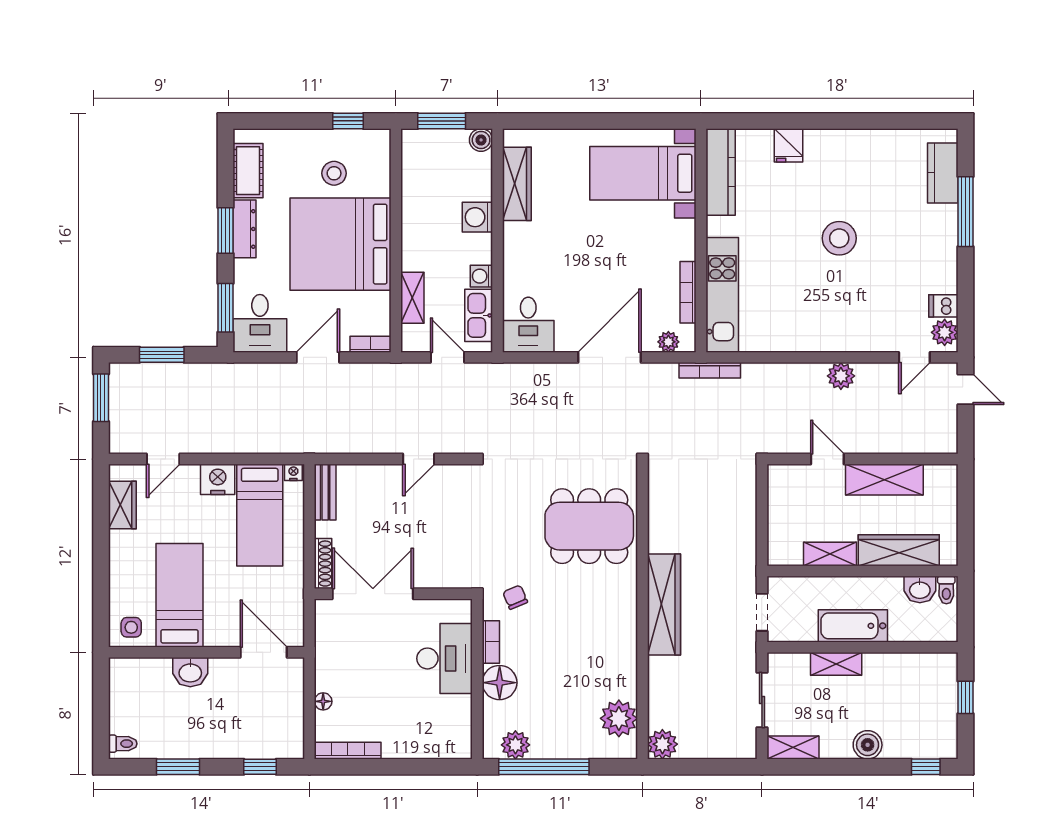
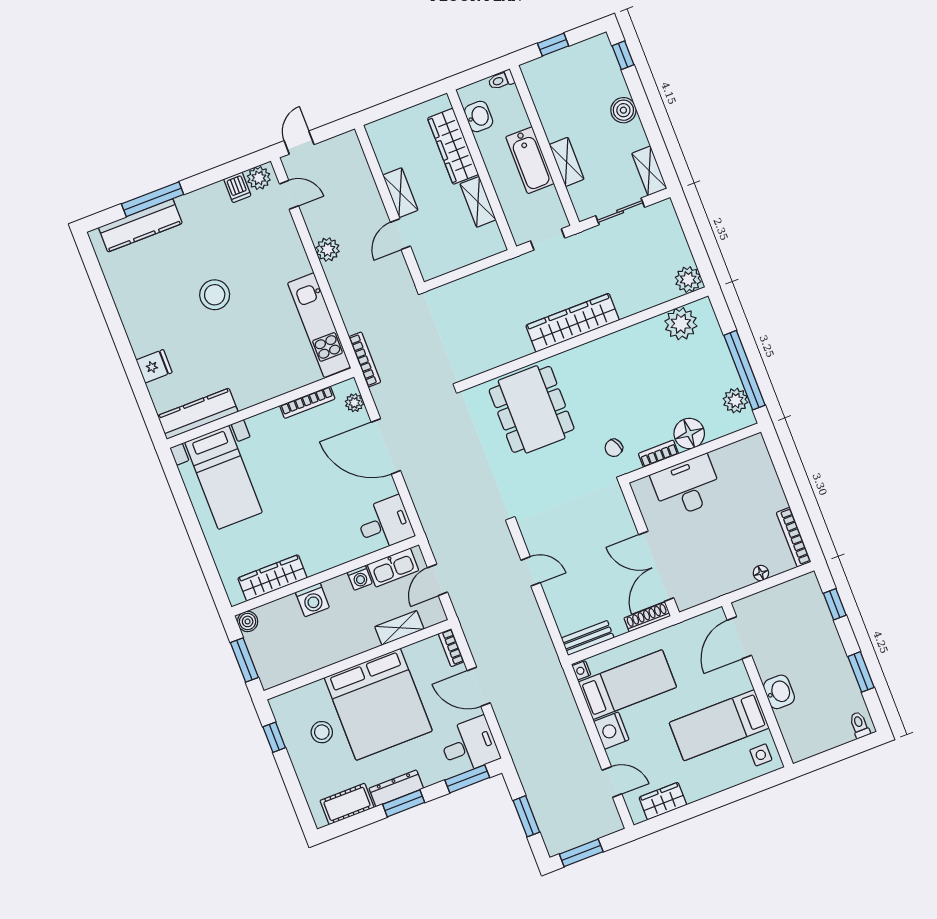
kitchen counter: (943, 173) -> (140, 225), width x1.50
kitchen unit: (722, 295) -> (319, 325), moved, turned -90
shelving: (884, 480) -> (400, 193), width x0.67, depth x0.75
toilet: (946, 590) -> (501, 80), moved, turned 180

